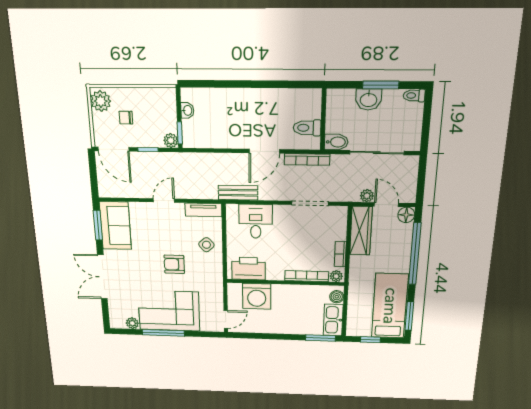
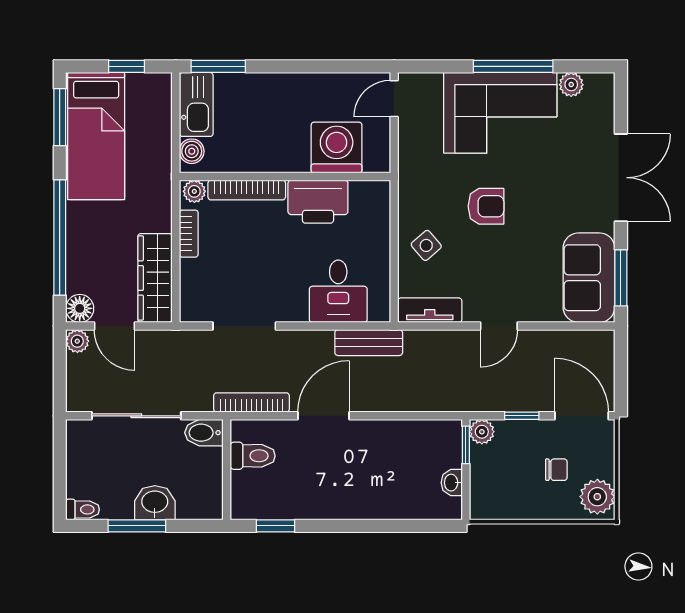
window: (294, 84) -> (276, 526), added
plant: (367, 196) -> (77, 341), moved
printer: (248, 269) -> (318, 202), moved

